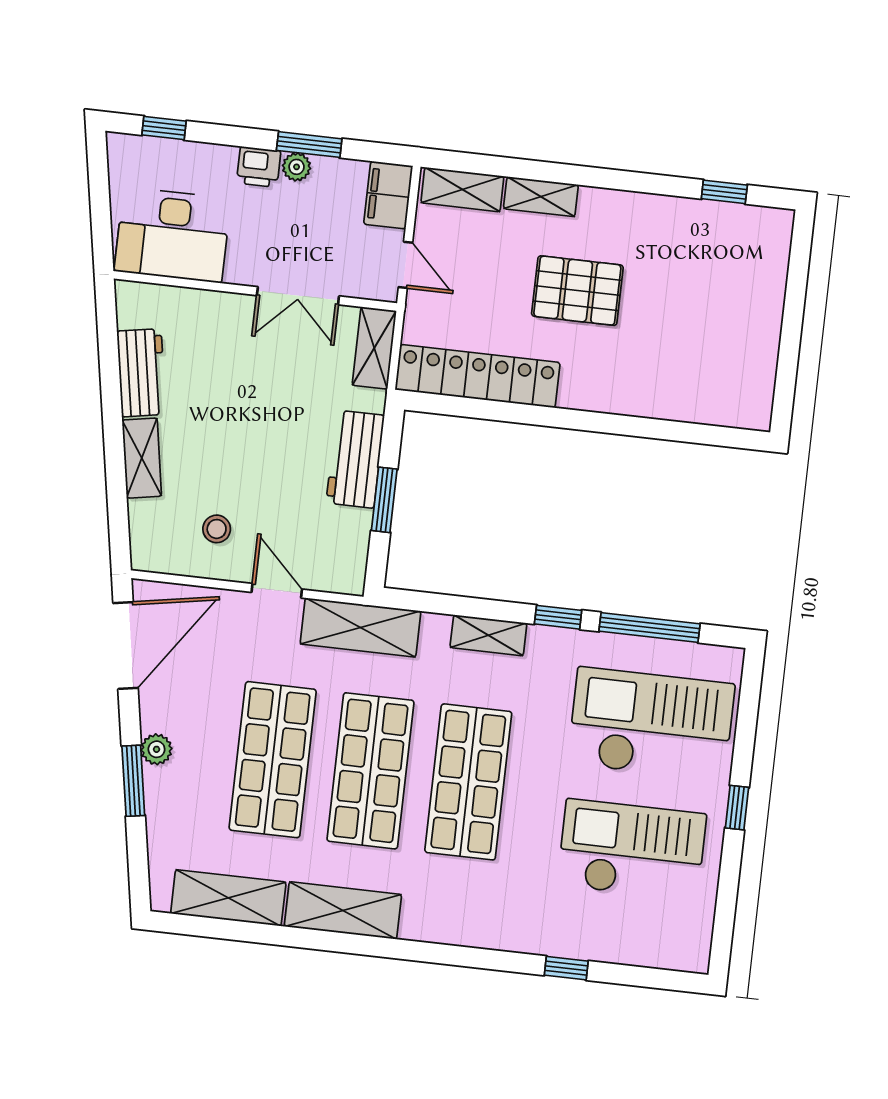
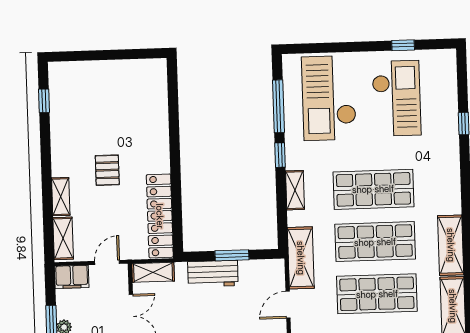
pallet: (577, 291) -> (107, 170), width x0.67, depth x0.71
window: (737, 808) -> (403, 45), moved
checkout: (632, 850) -> (396, 98), turned 180

